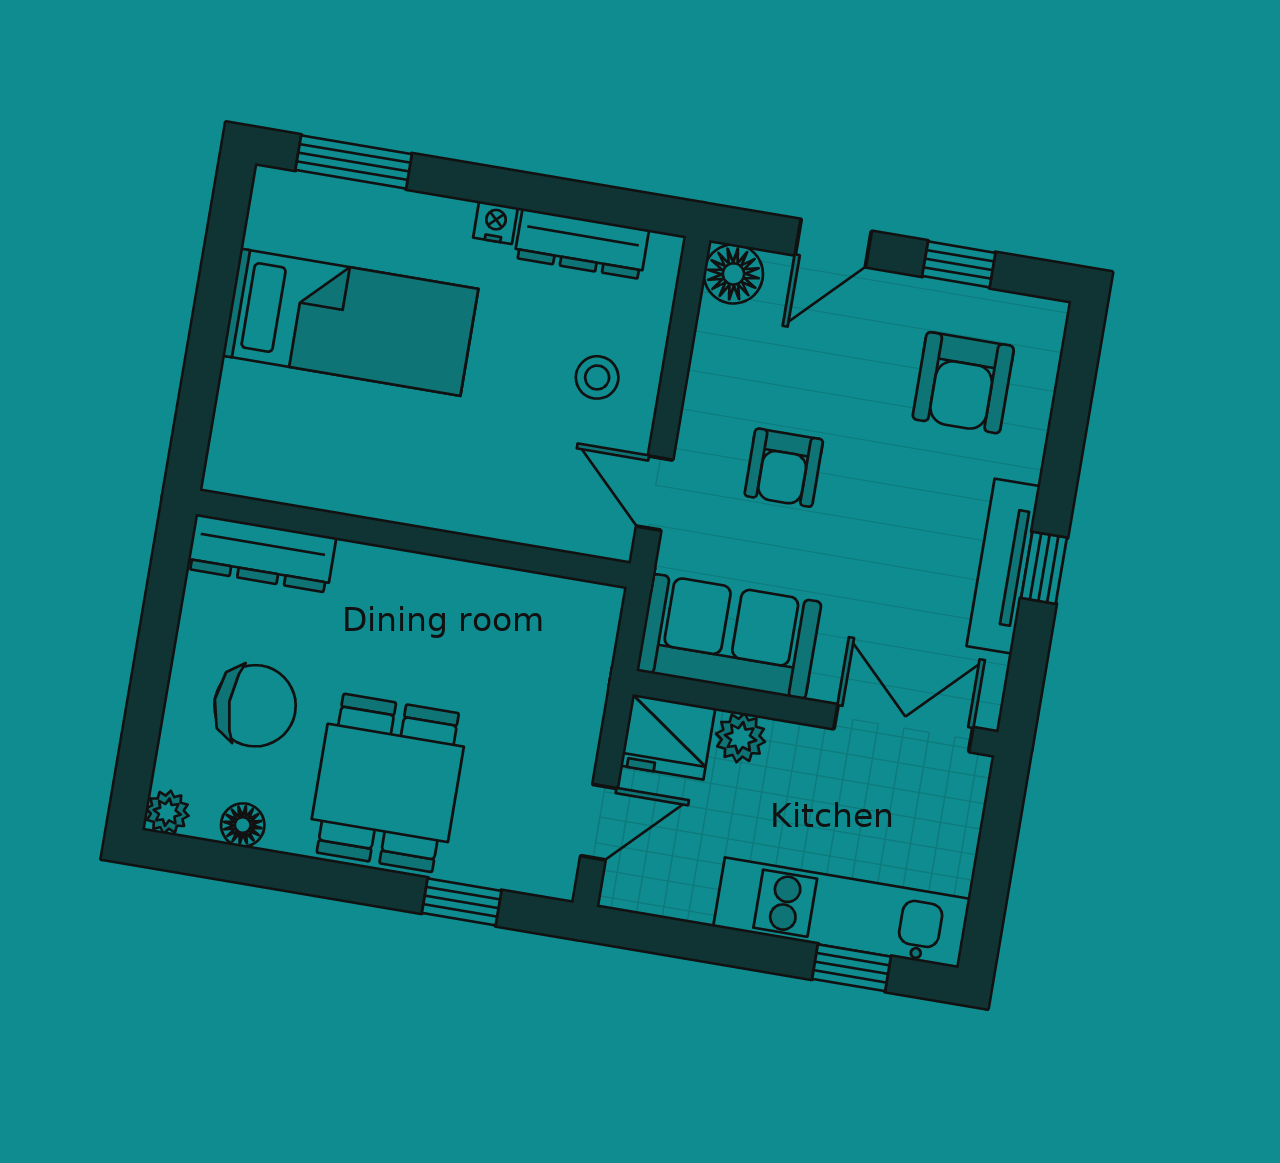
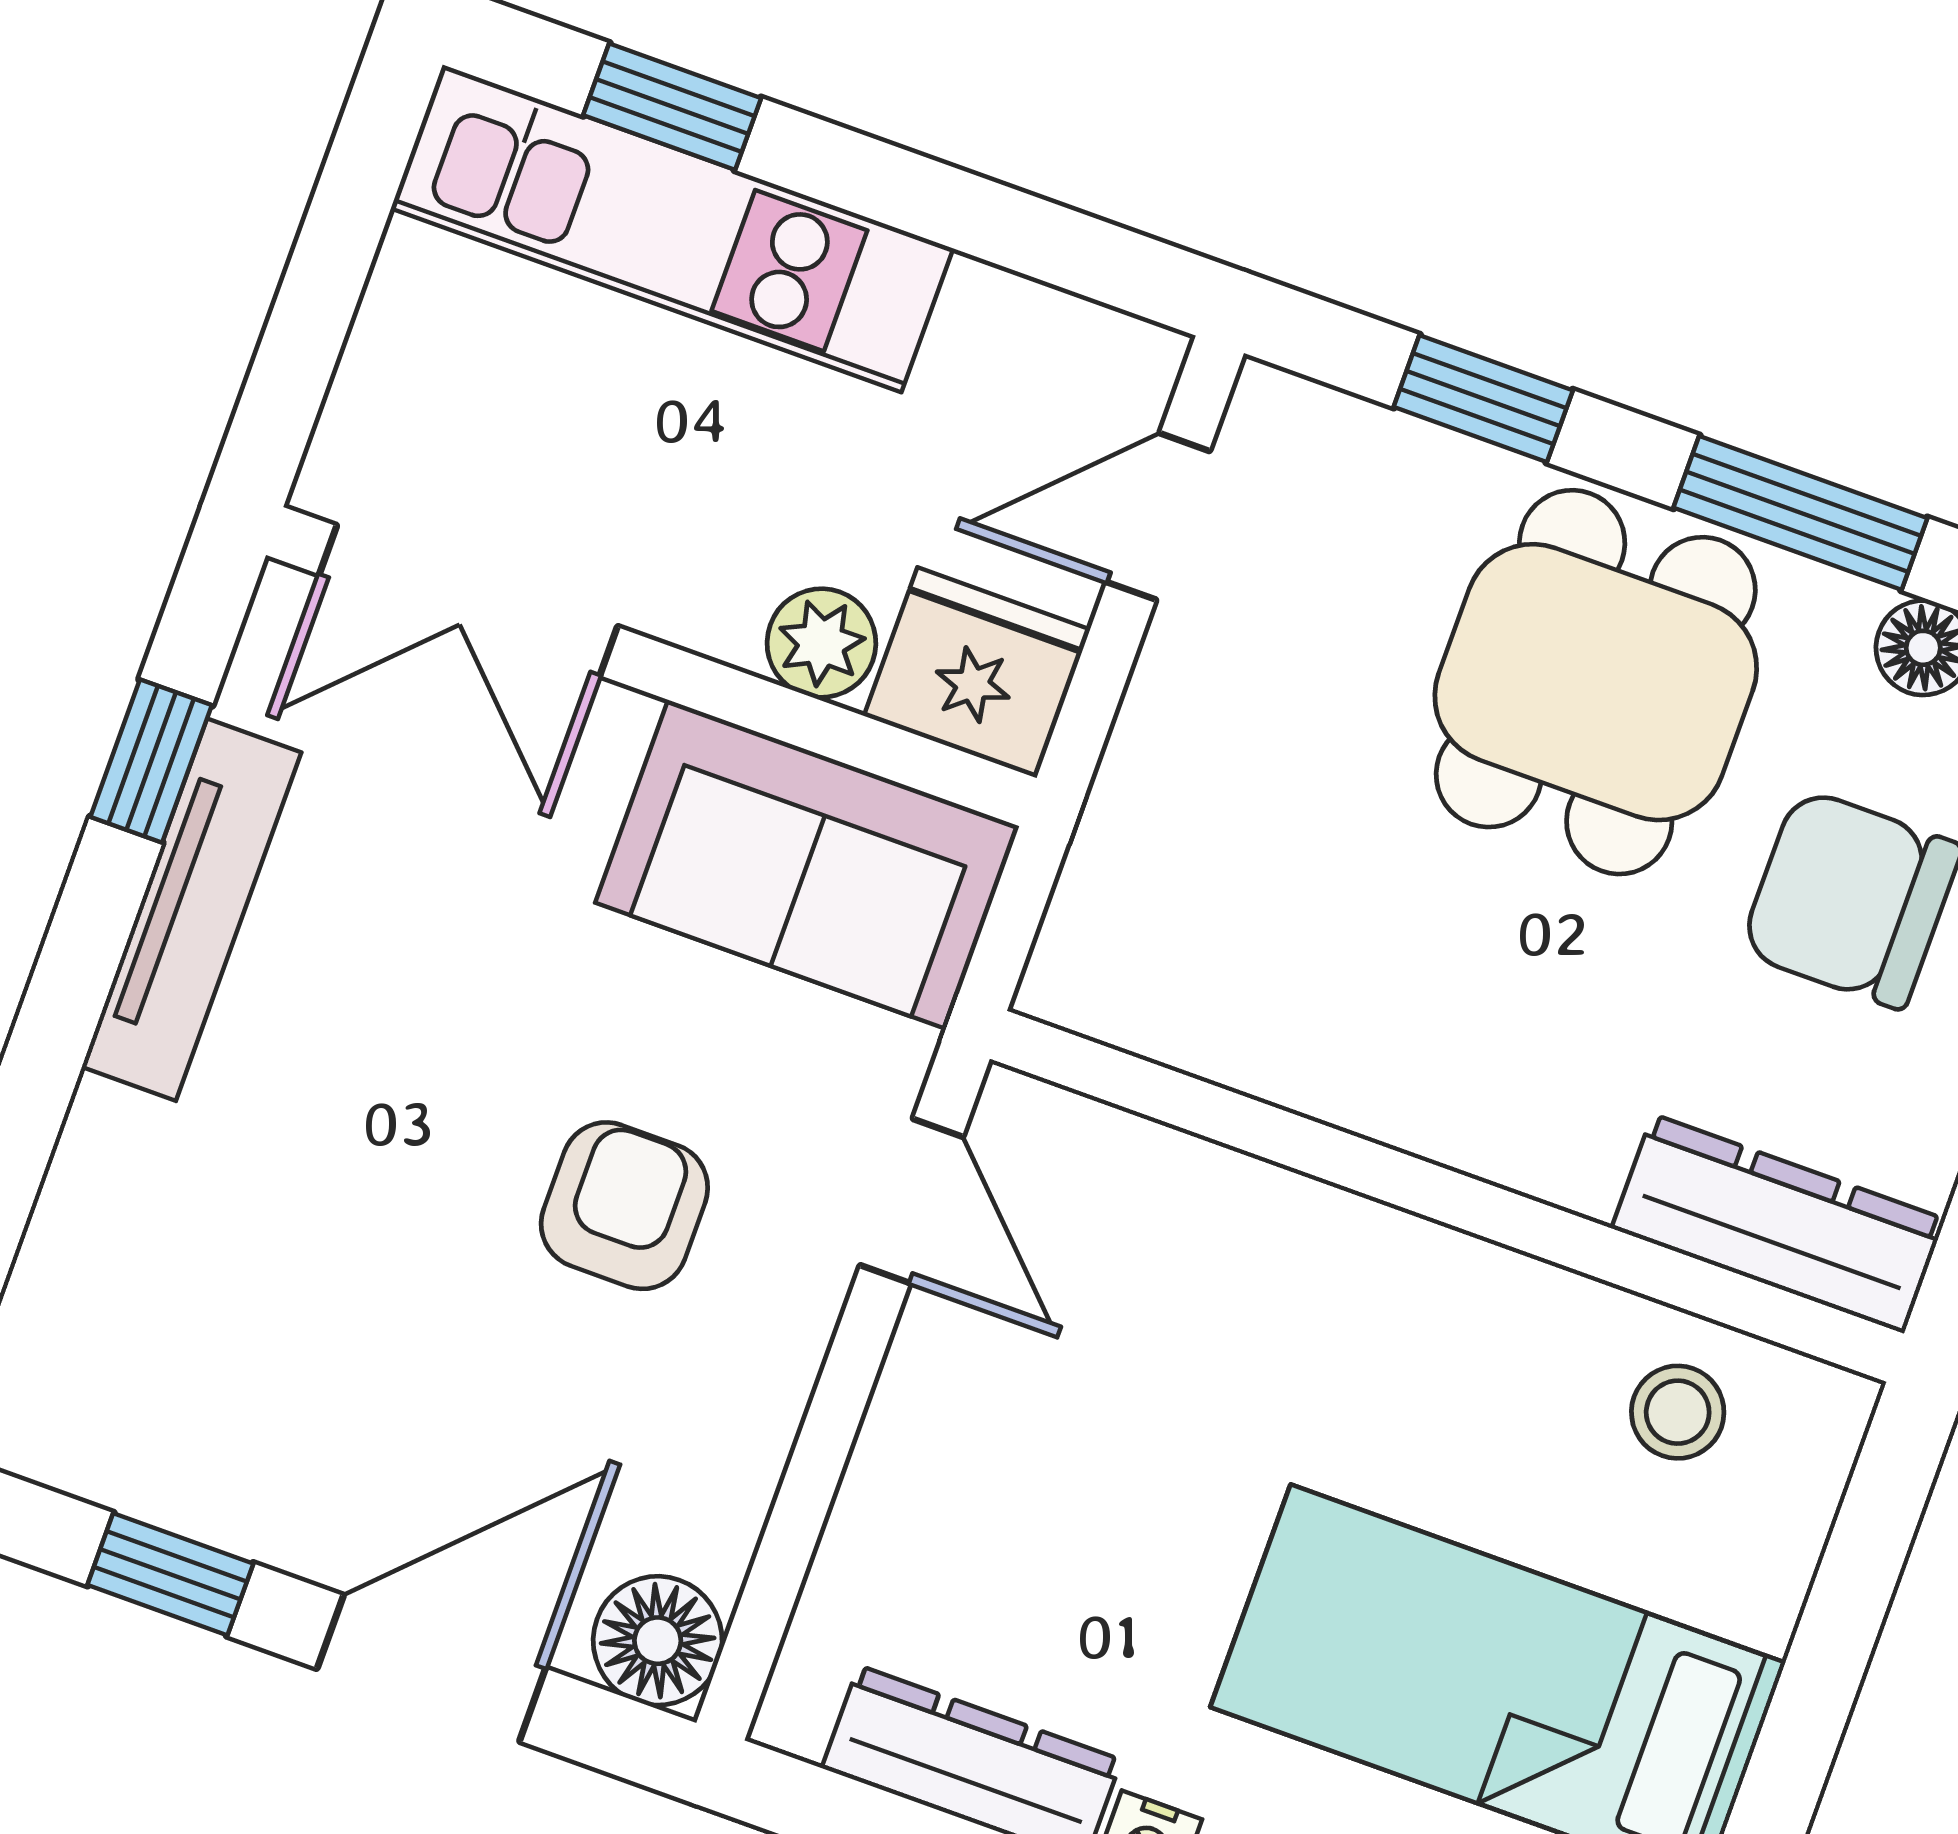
door: (833, 243) -> (431, 1668), width x1.38
stool: (597, 377) -> (1678, 1412), moved
armchair: (963, 383) -> (206, 1319), removed
window: (1044, 568) -> (151, 761), moved
window: (309, 876) -> (1800, 513), added

